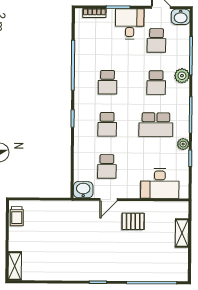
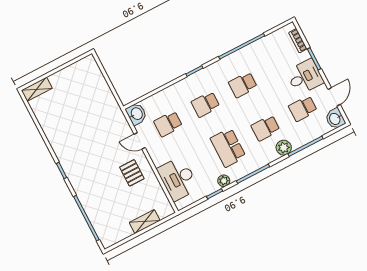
trolley: (17, 216) -> (82, 68), removed

